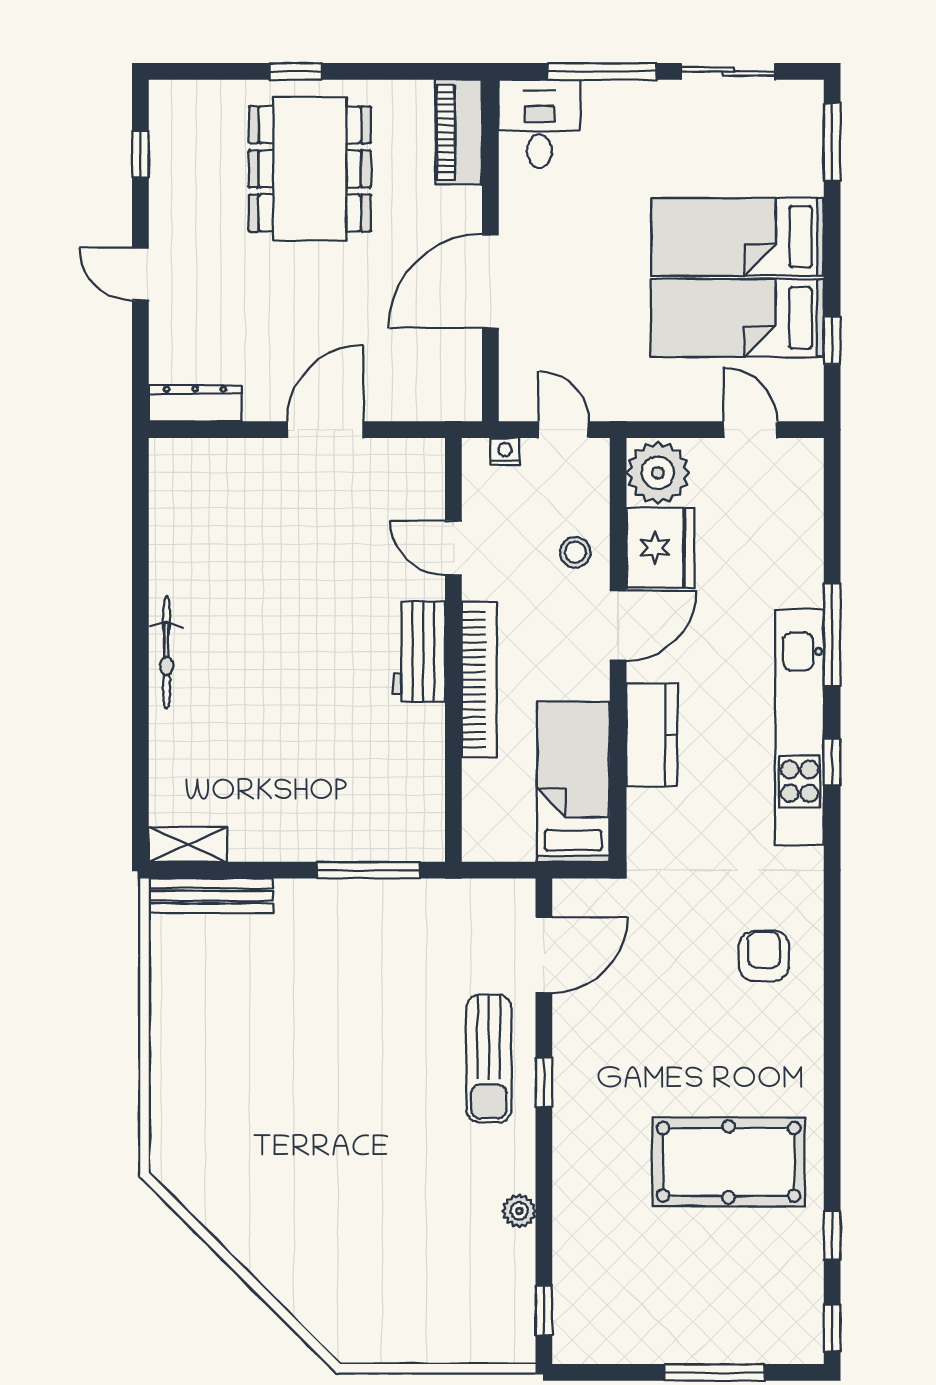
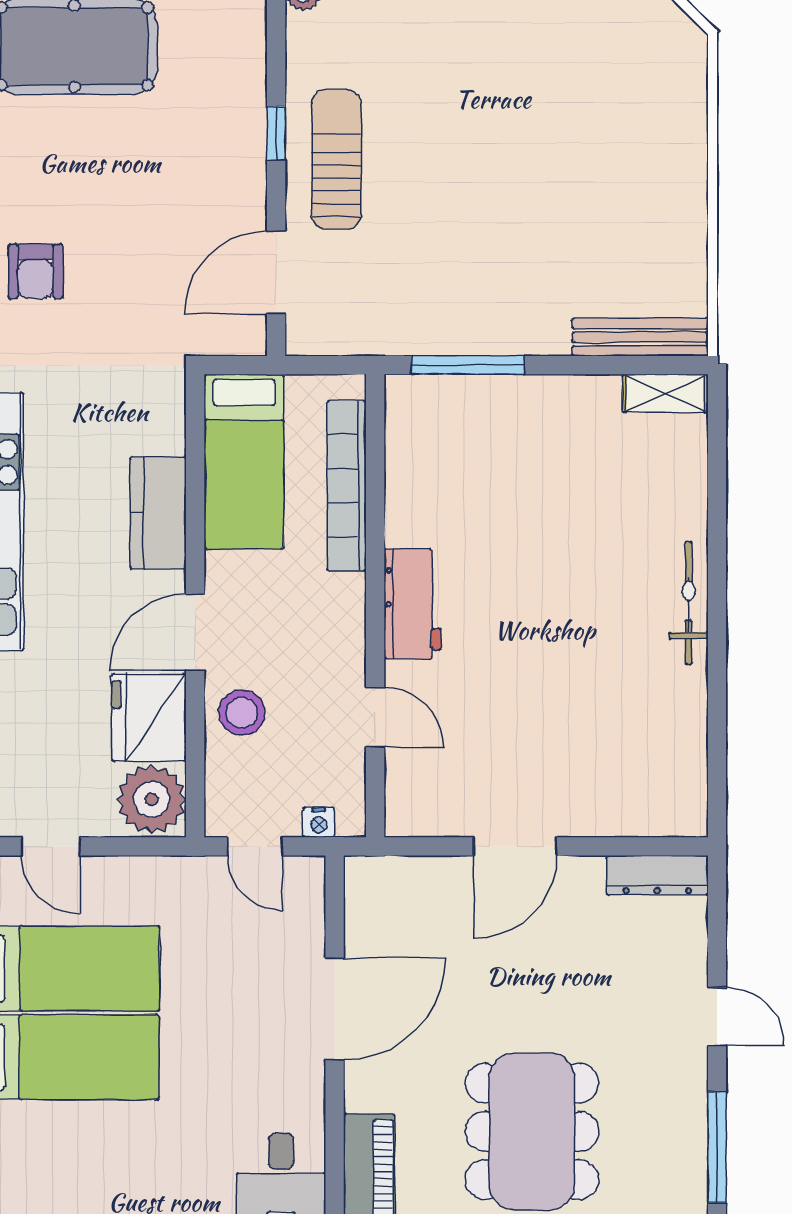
window: (140, 154) -> (717, 1147), width x2.17
stool: (575, 552) -> (242, 713), width x1.37, depth x1.37
bookcase: (479, 680) -> (347, 486), moved

